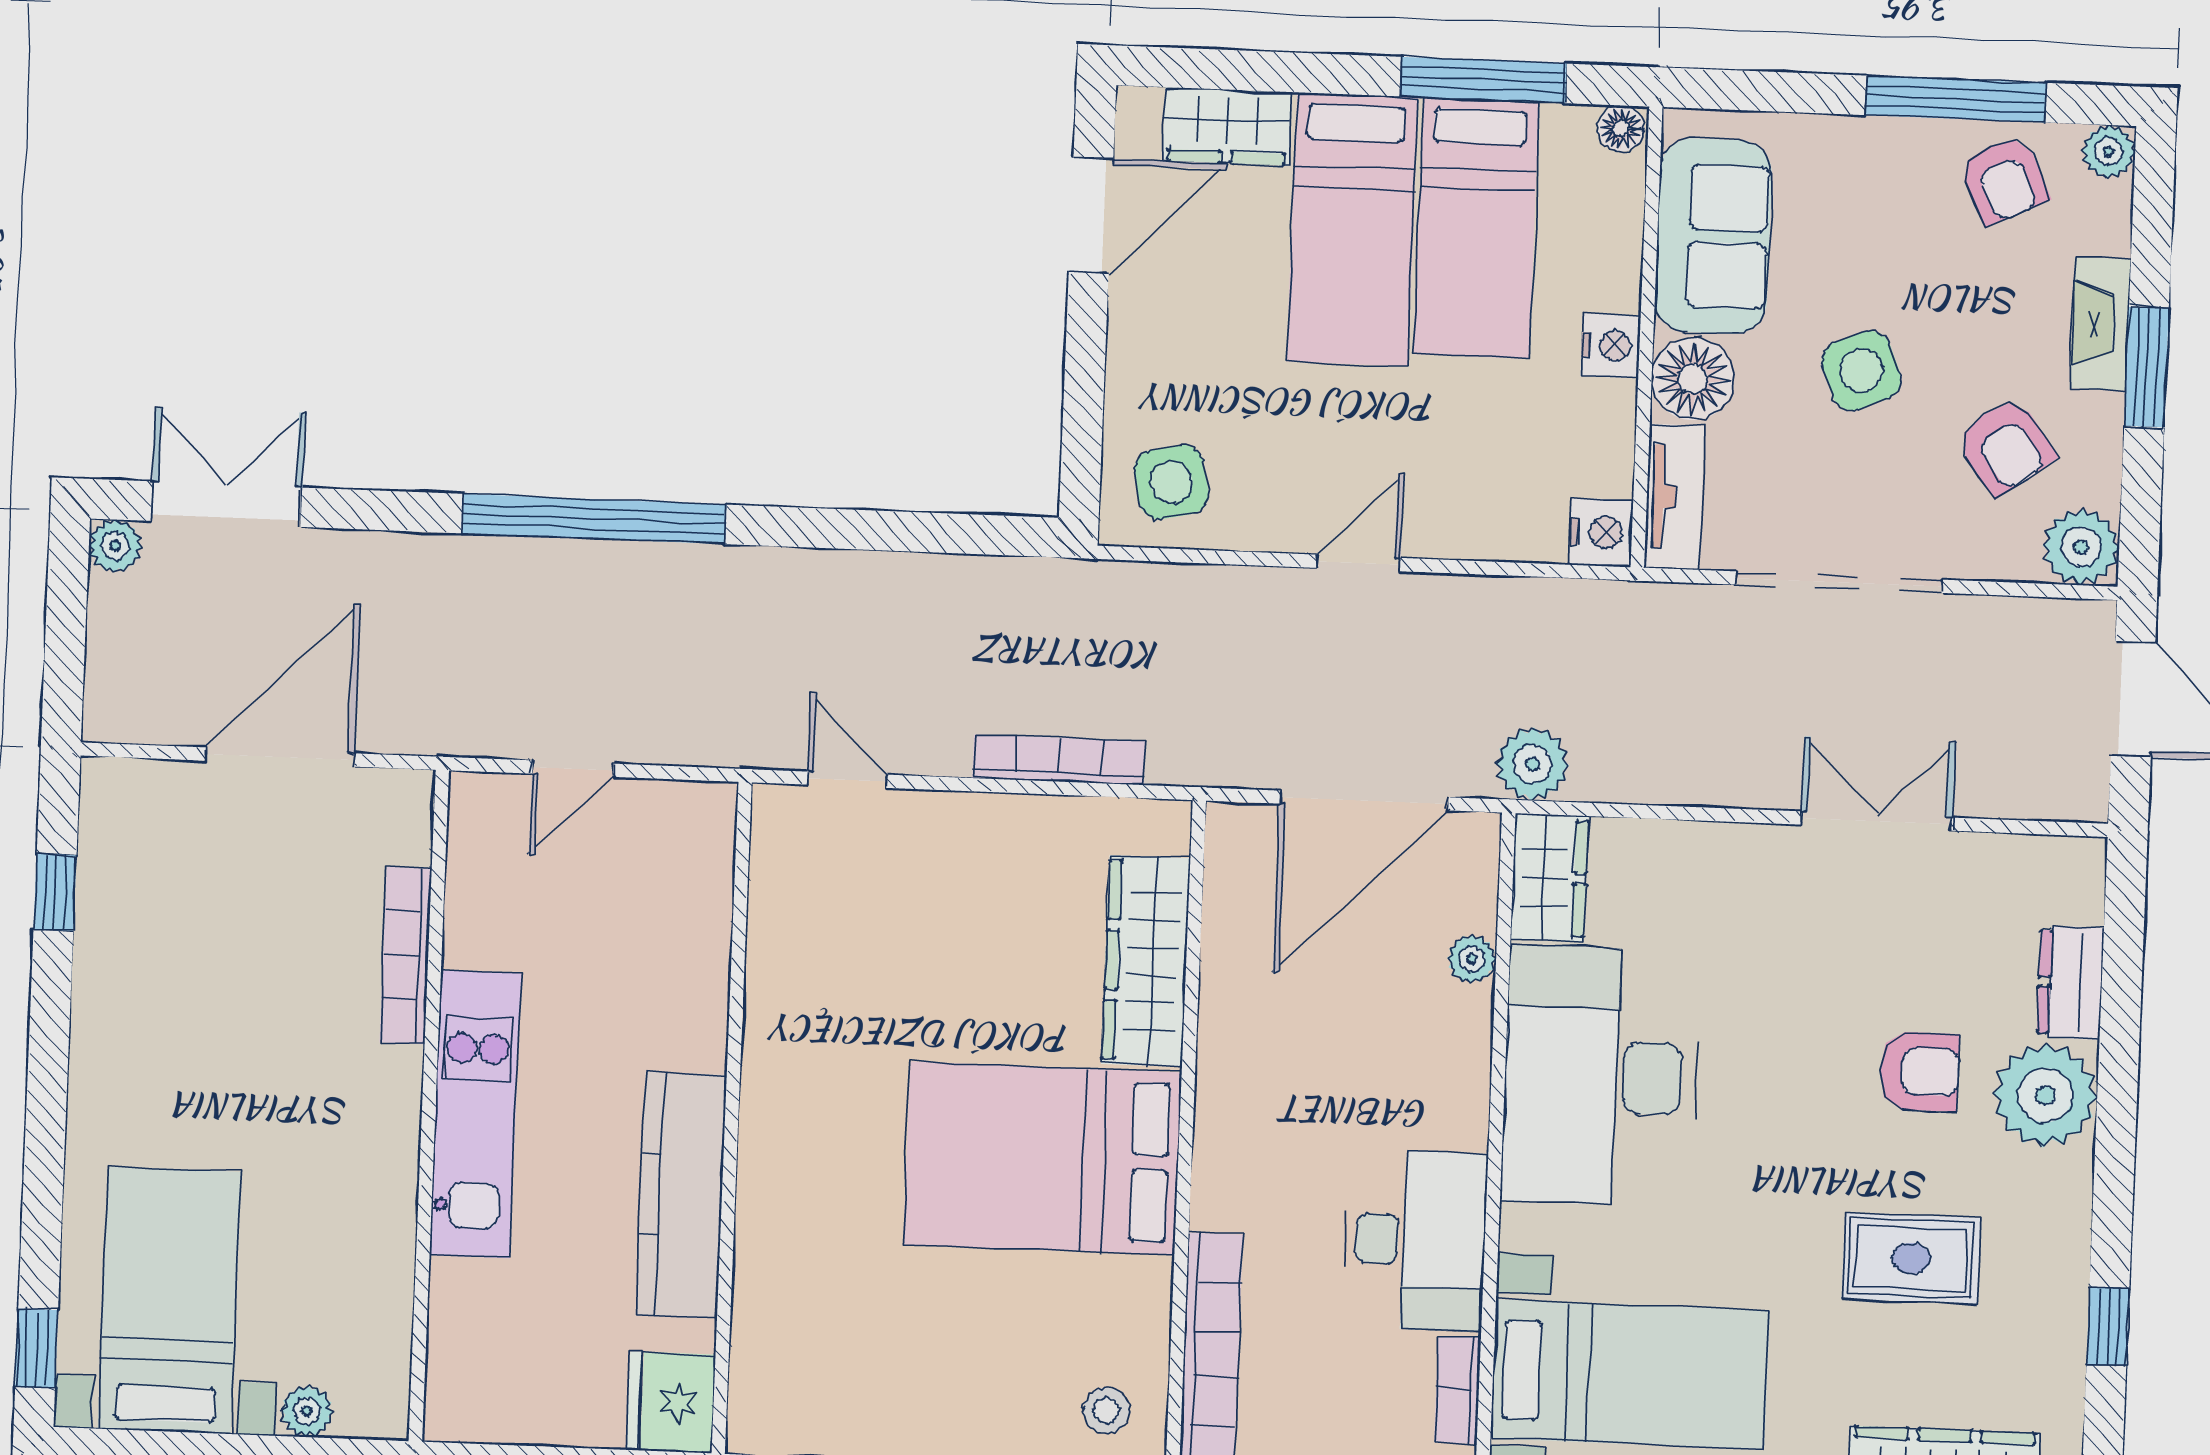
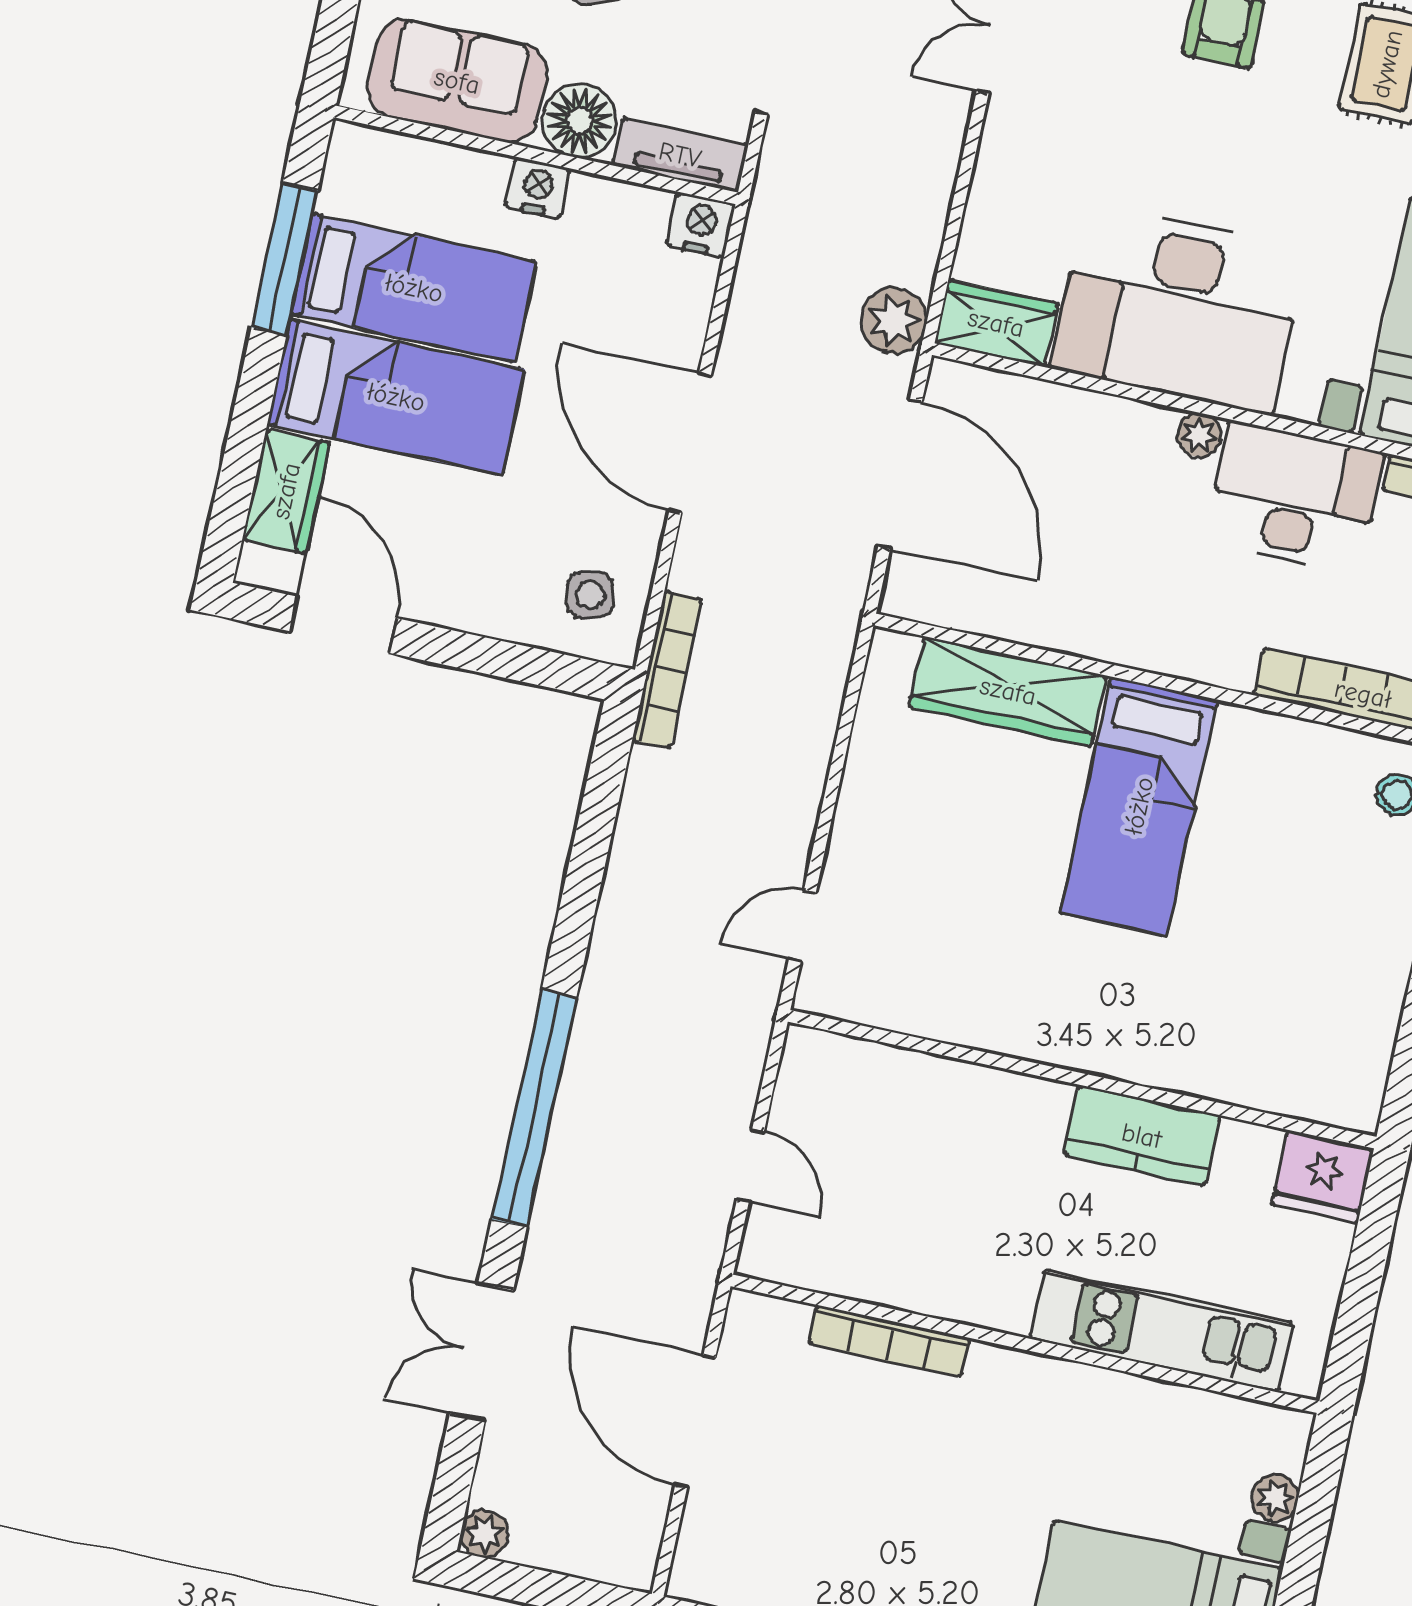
floor lamp: (1621, 128) -> (348, 145), removed
side table: (1171, 482) -> (590, 595), width x0.73, depth x0.73
double door: (227, 504) -> (482, 1352), moved
door: (1358, 563) -> (690, 443), width x1.88
bookcase: (1059, 760) -> (667, 670), moved, turned 180
plant: (1472, 959) -> (1199, 435), moved
kitchen unit: (475, 1114) -> (1161, 1331), moved
bed: (1043, 1158) -> (1139, 806), width x0.67
kitchen counter: (681, 1195) -> (1142, 1136), width x0.67

